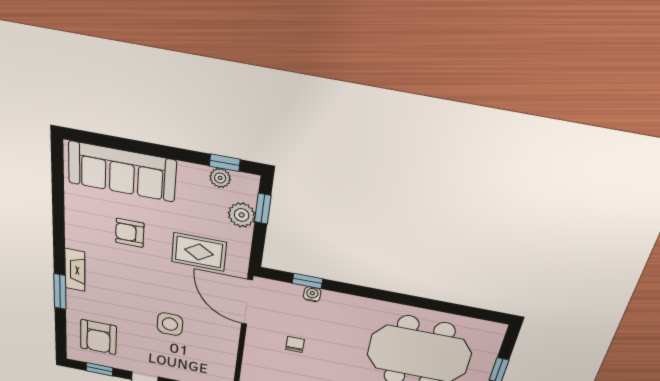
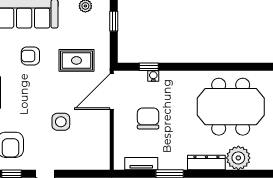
plant: (242, 215) -> (101, 28), removed
door: (247, 302) -> (112, 92), hinge flipped
chair: (295, 344) -> (148, 118), width x1.87, depth x1.87

